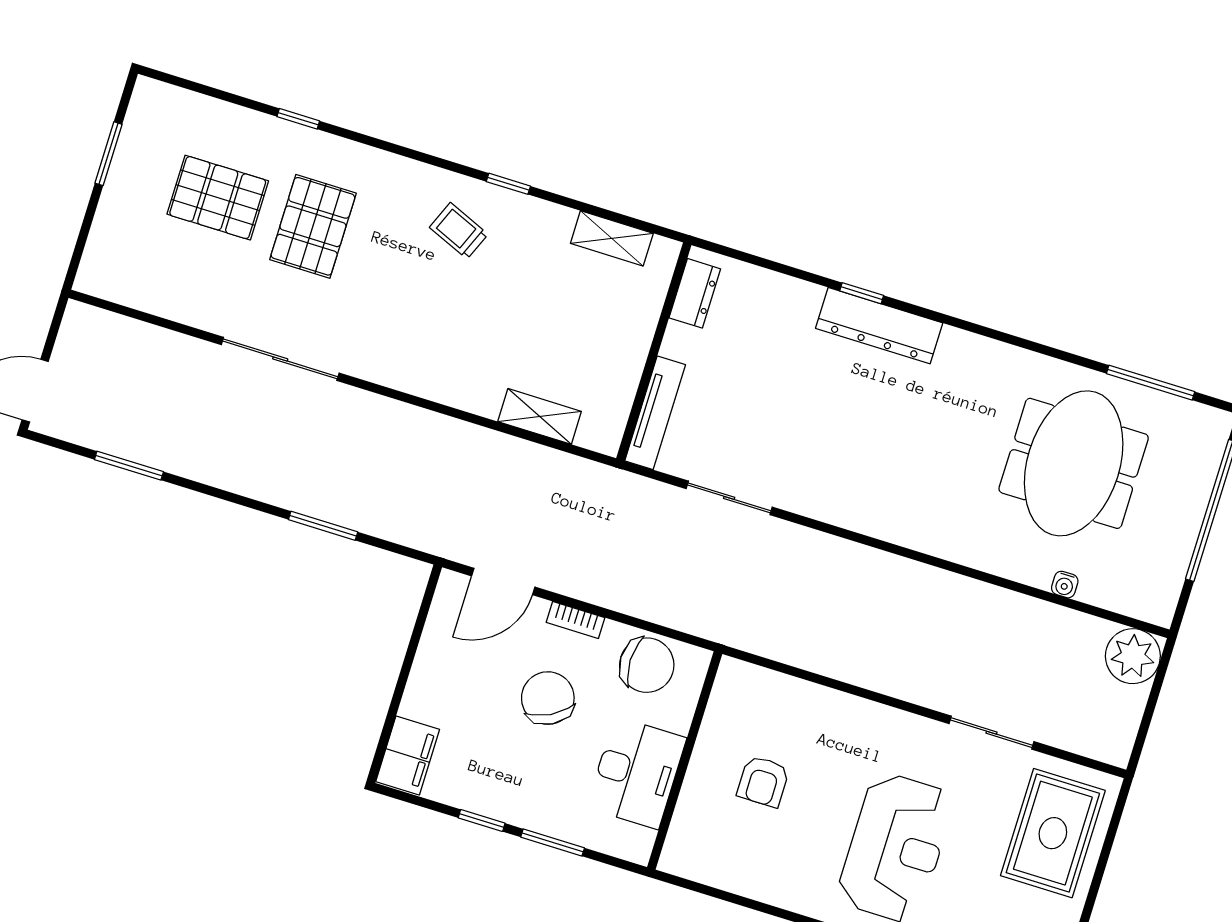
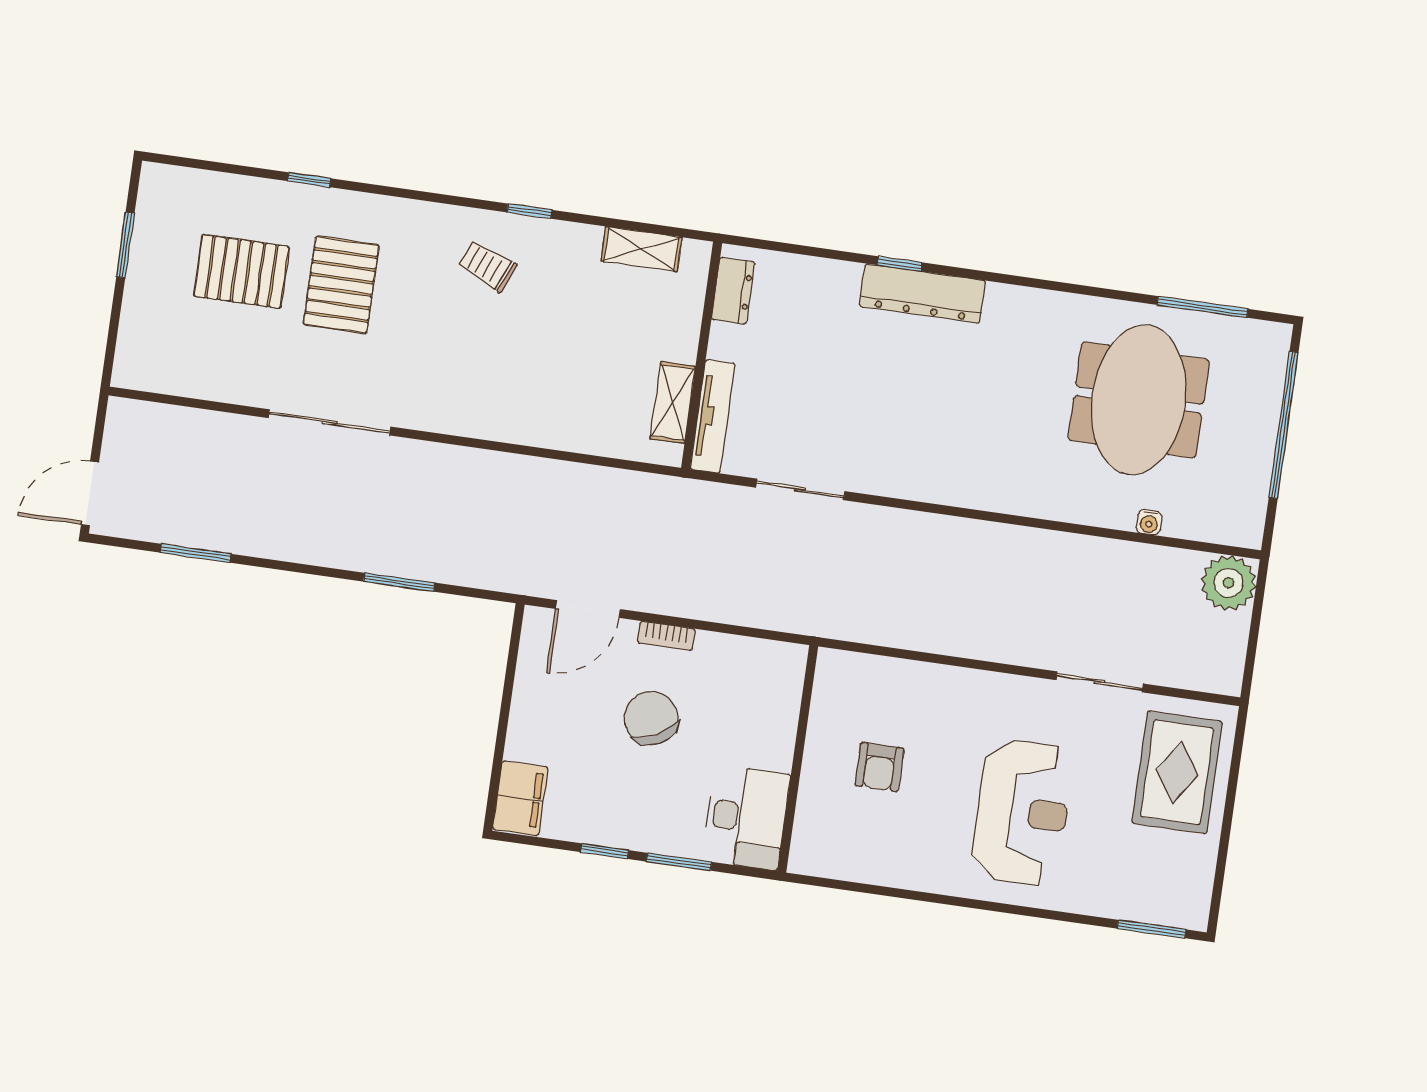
shelving: (540, 416) -> (673, 403), moved, turned 90
chair: (647, 665) -> (745, 670), removed
desk: (637, 773) -> (746, 817), moved

